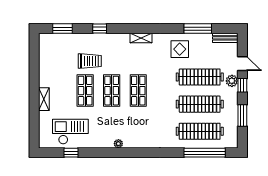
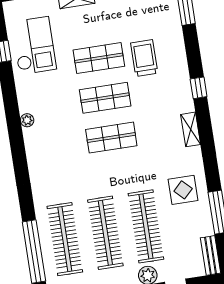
window: (100, 29) -> (199, 88), moved
trolley: (90, 61) -> (144, 58), turned 180

